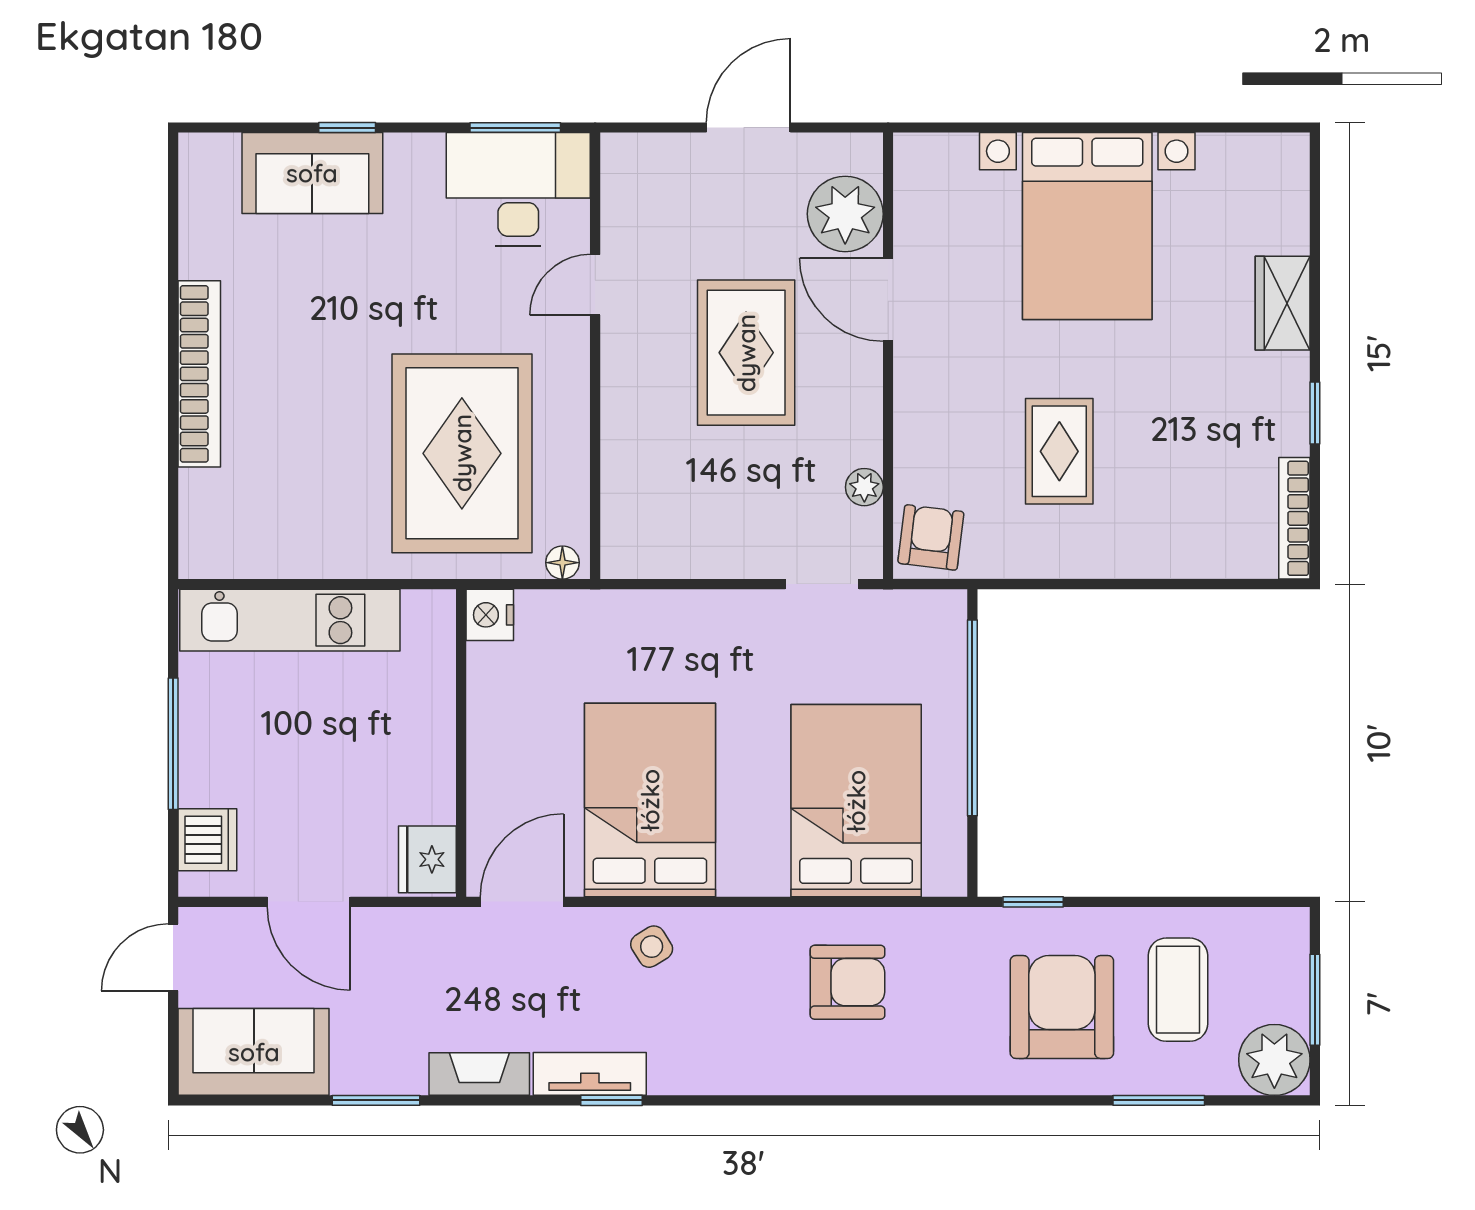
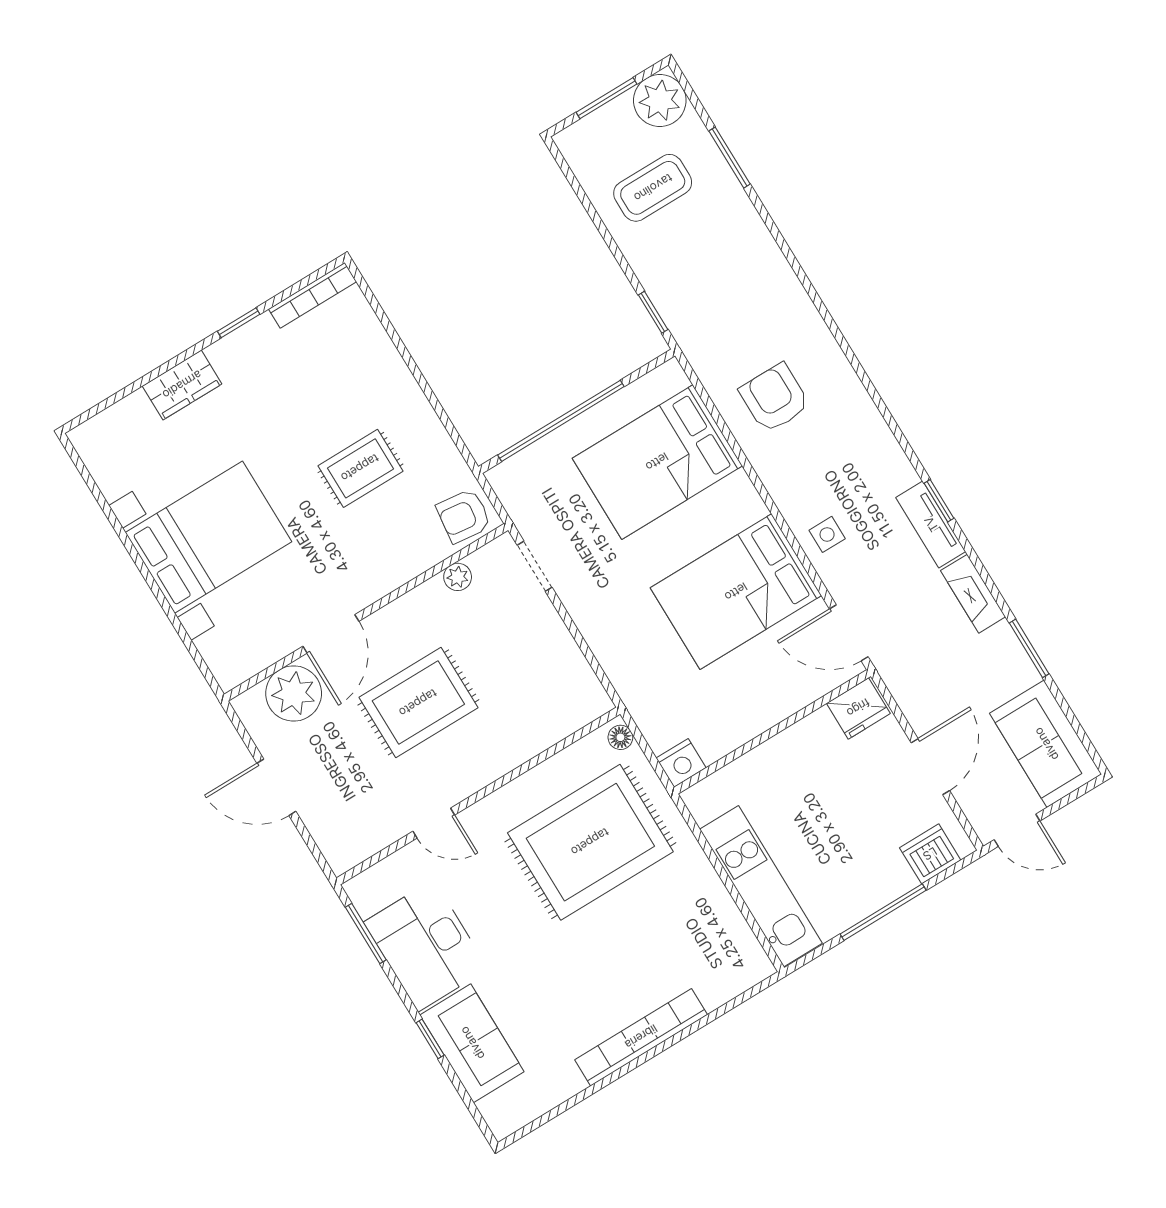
desk: (518, 189) -> (426, 946), moved
side table: (652, 947) -> (827, 534), turned 32
armchair: (1062, 1007) -> (708, 254), removed

